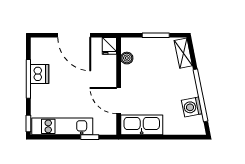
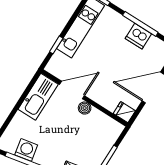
boiler: (127, 58) -> (85, 108), moved

